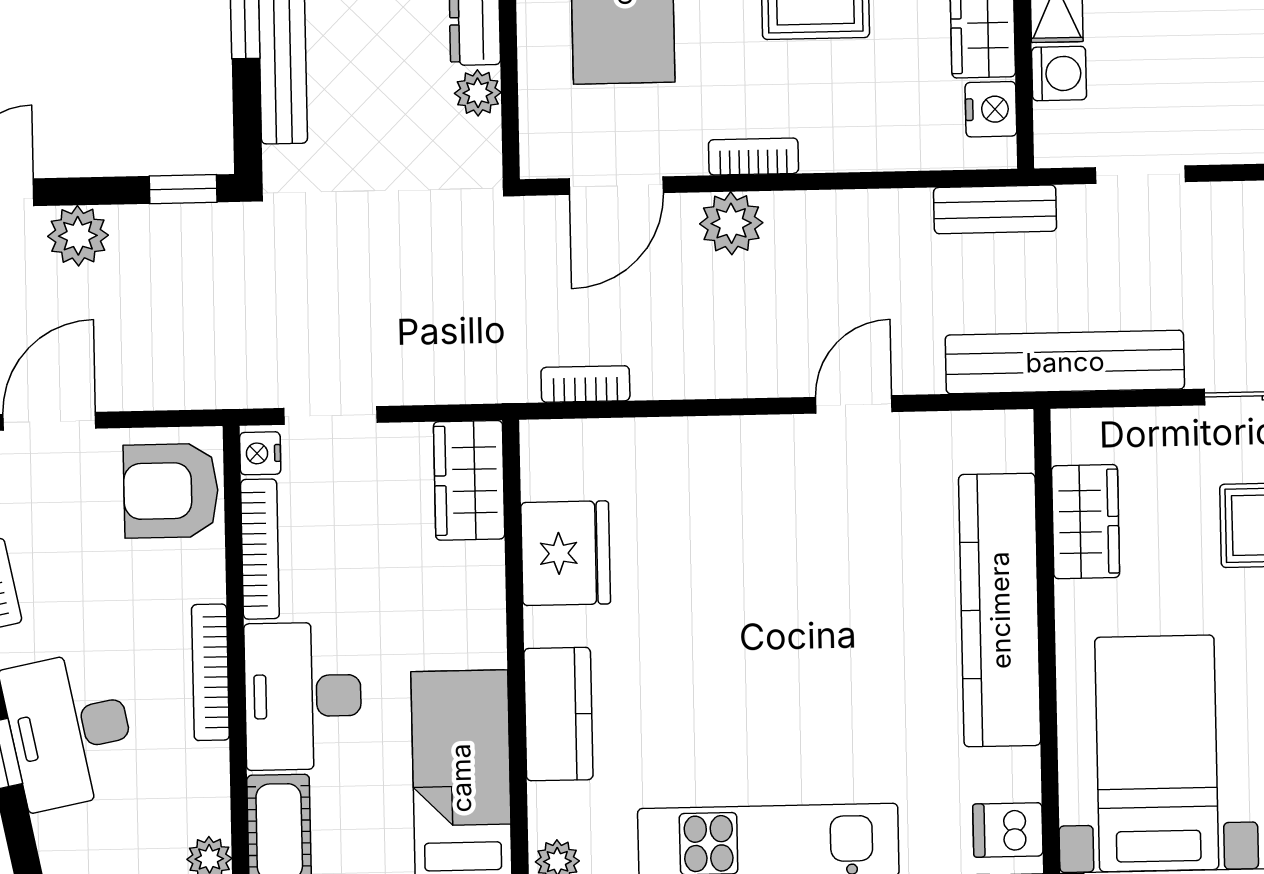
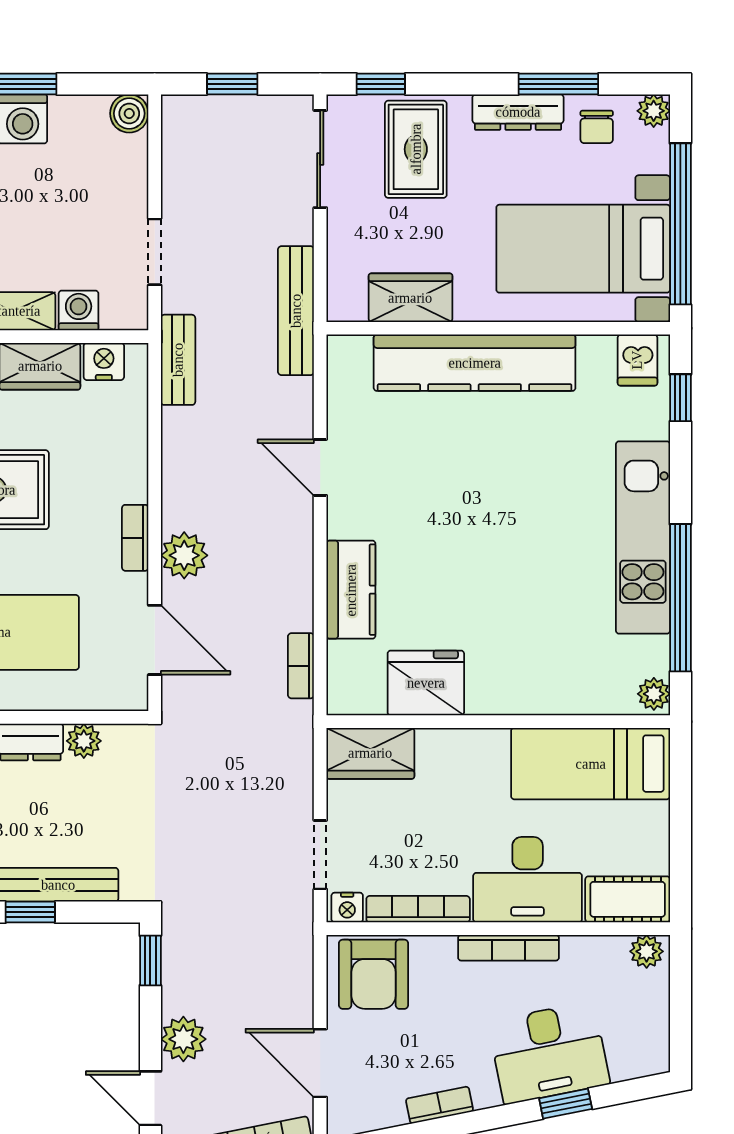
bench: (1065, 362) -> (296, 311), width x0.73, depth x0.82
kitchen counter: (558, 714) -> (351, 590), moved, turned 90

